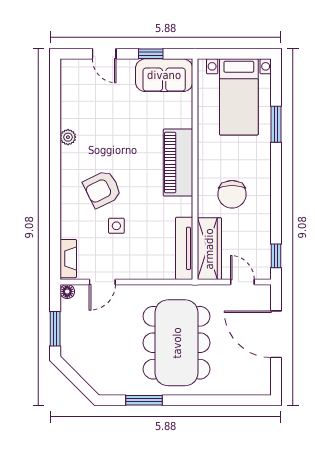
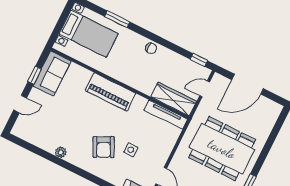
chair: (232, 194) -> (151, 48), moved, width x0.54, depth x0.54

